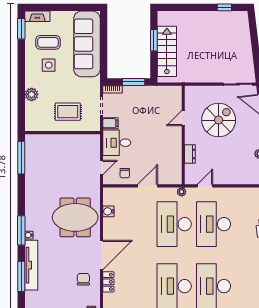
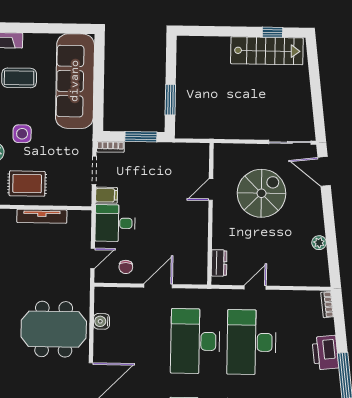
window: (154, 40) -> (170, 100), moved
stairs: (167, 51) -> (267, 51), moved, turned 90
side table: (49, 65) -> (22, 134), moved
rug: (68, 112) -> (27, 184), moved
tv unit: (66, 139) -> (42, 216), added
dresser: (190, 154) -> (219, 263), moved
door: (205, 186) -> (255, 288), moved
plant: (182, 192) -> (207, 295), removed

